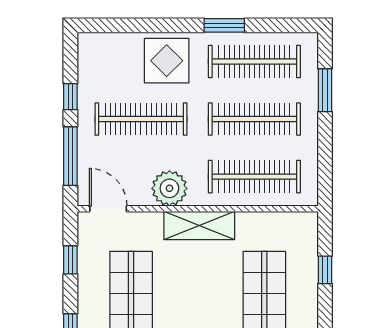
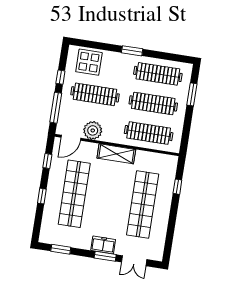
window: (224, 25) -> (132, 51), moved
display table: (167, 61) -> (89, 62), moved
plant: (169, 188) -> (93, 130), moved
door: (108, 209) -> (71, 138), swing flipped

